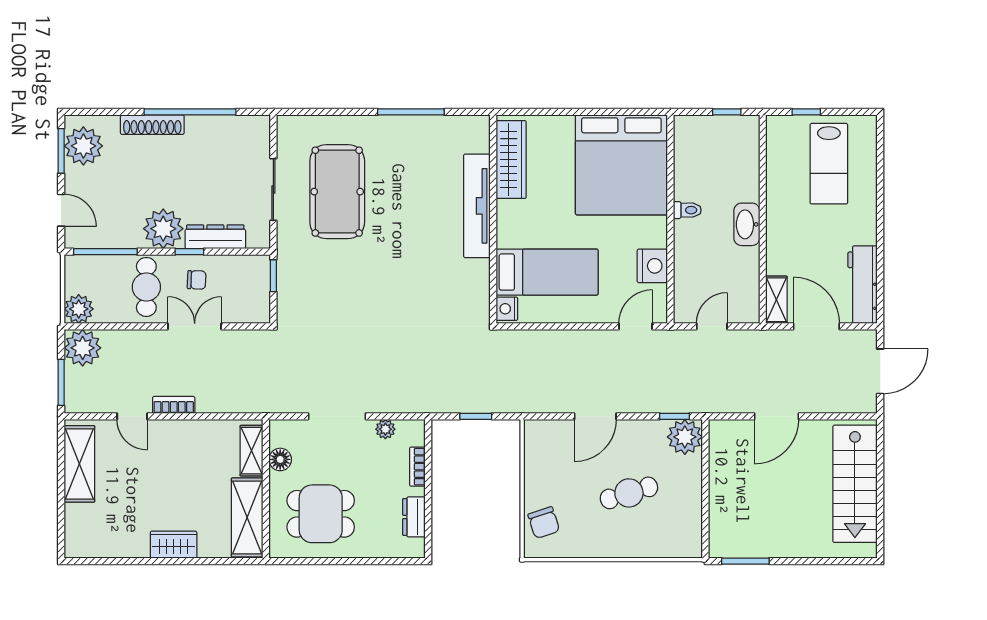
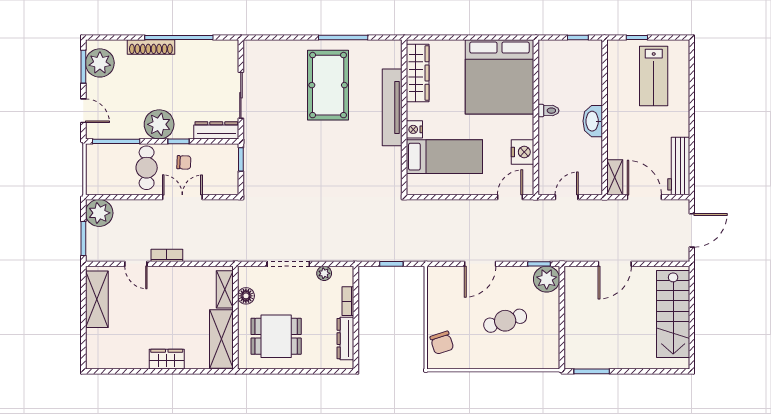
pool table: (337, 192) -> (328, 85), moved
dresser: (215, 237) -> (216, 130), moved
plant: (79, 309) -> (96, 184), removed
nightstand: (507, 309) -> (414, 129), moved
dresser: (414, 517) -> (345, 339), width x1.44

